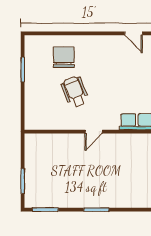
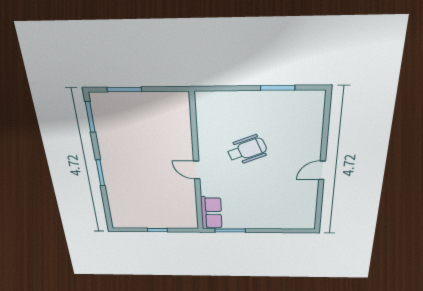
door: (134, 33) -> (322, 170), moved
chair: (64, 57) -> (293, 137), removed

